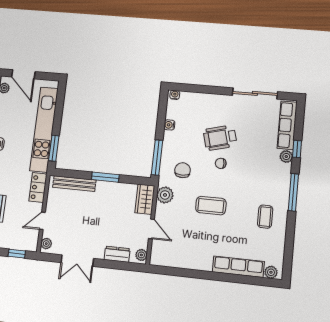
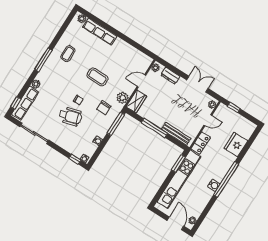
window: (186, 88) -> (75, 159), added
window: (297, 149) -> (16, 103), moved
window: (105, 177) -> (154, 128), width x1.44
door: (151, 229) -> (141, 81), hinge flipped

